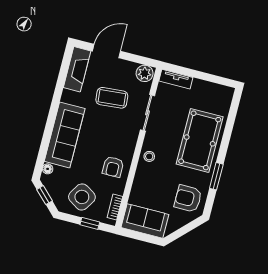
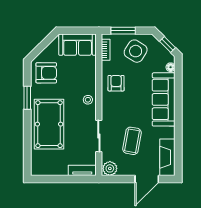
coffee table: (112, 98) -> (132, 141), turned -75
window: (90, 223) -> (123, 31), width x1.50

